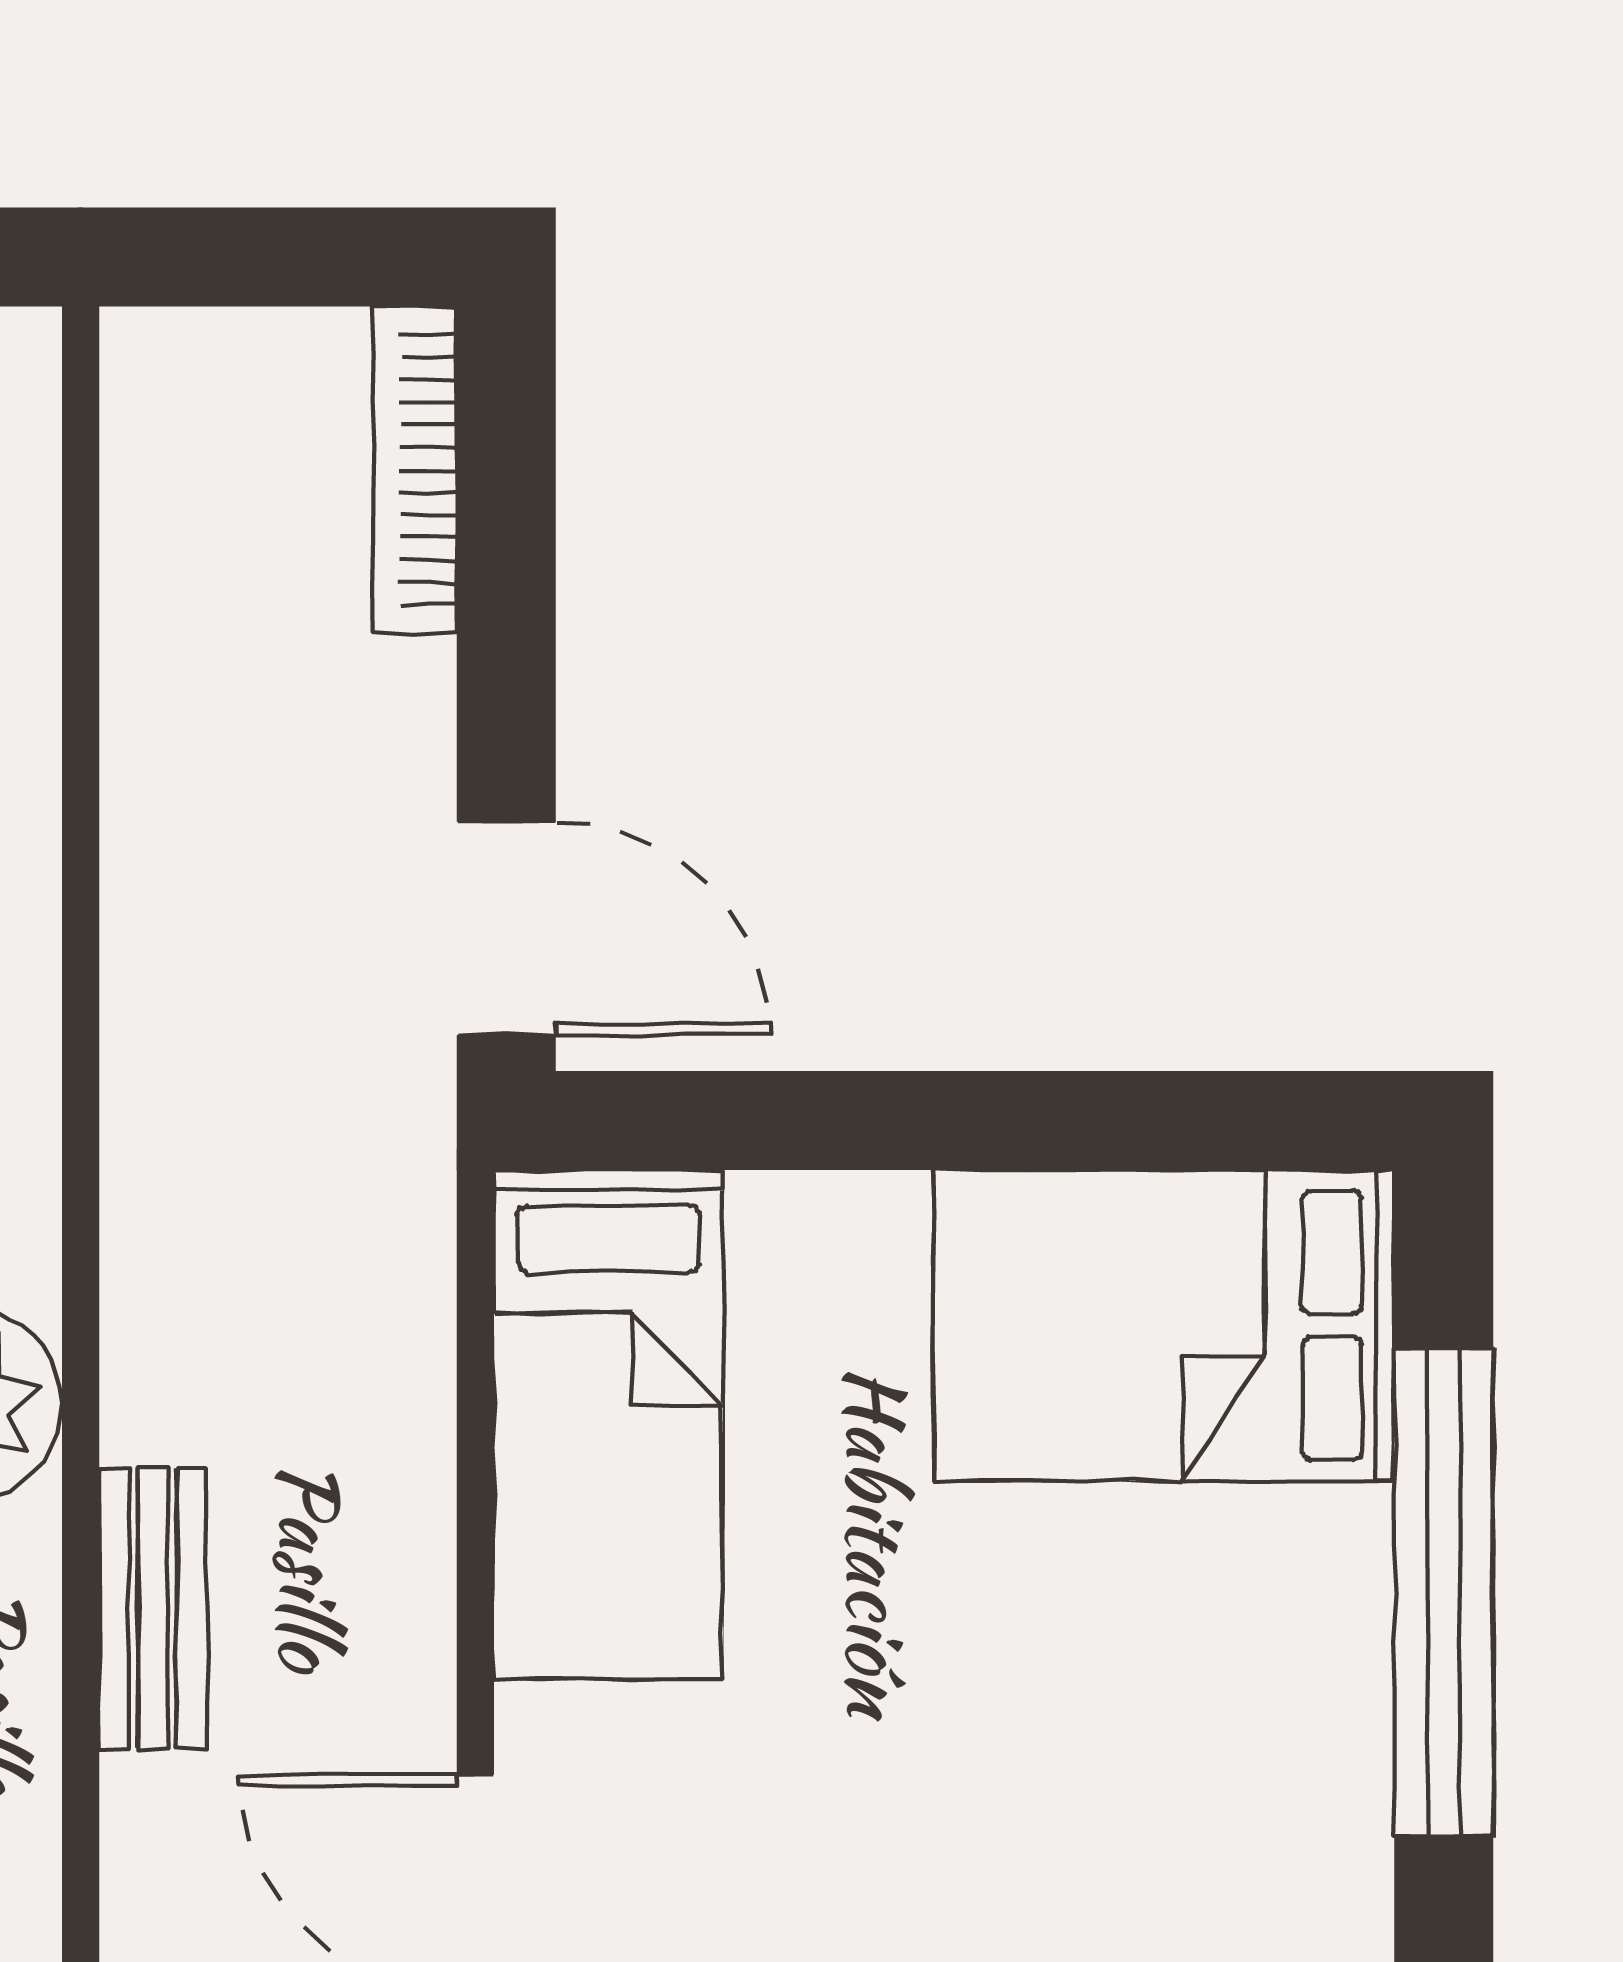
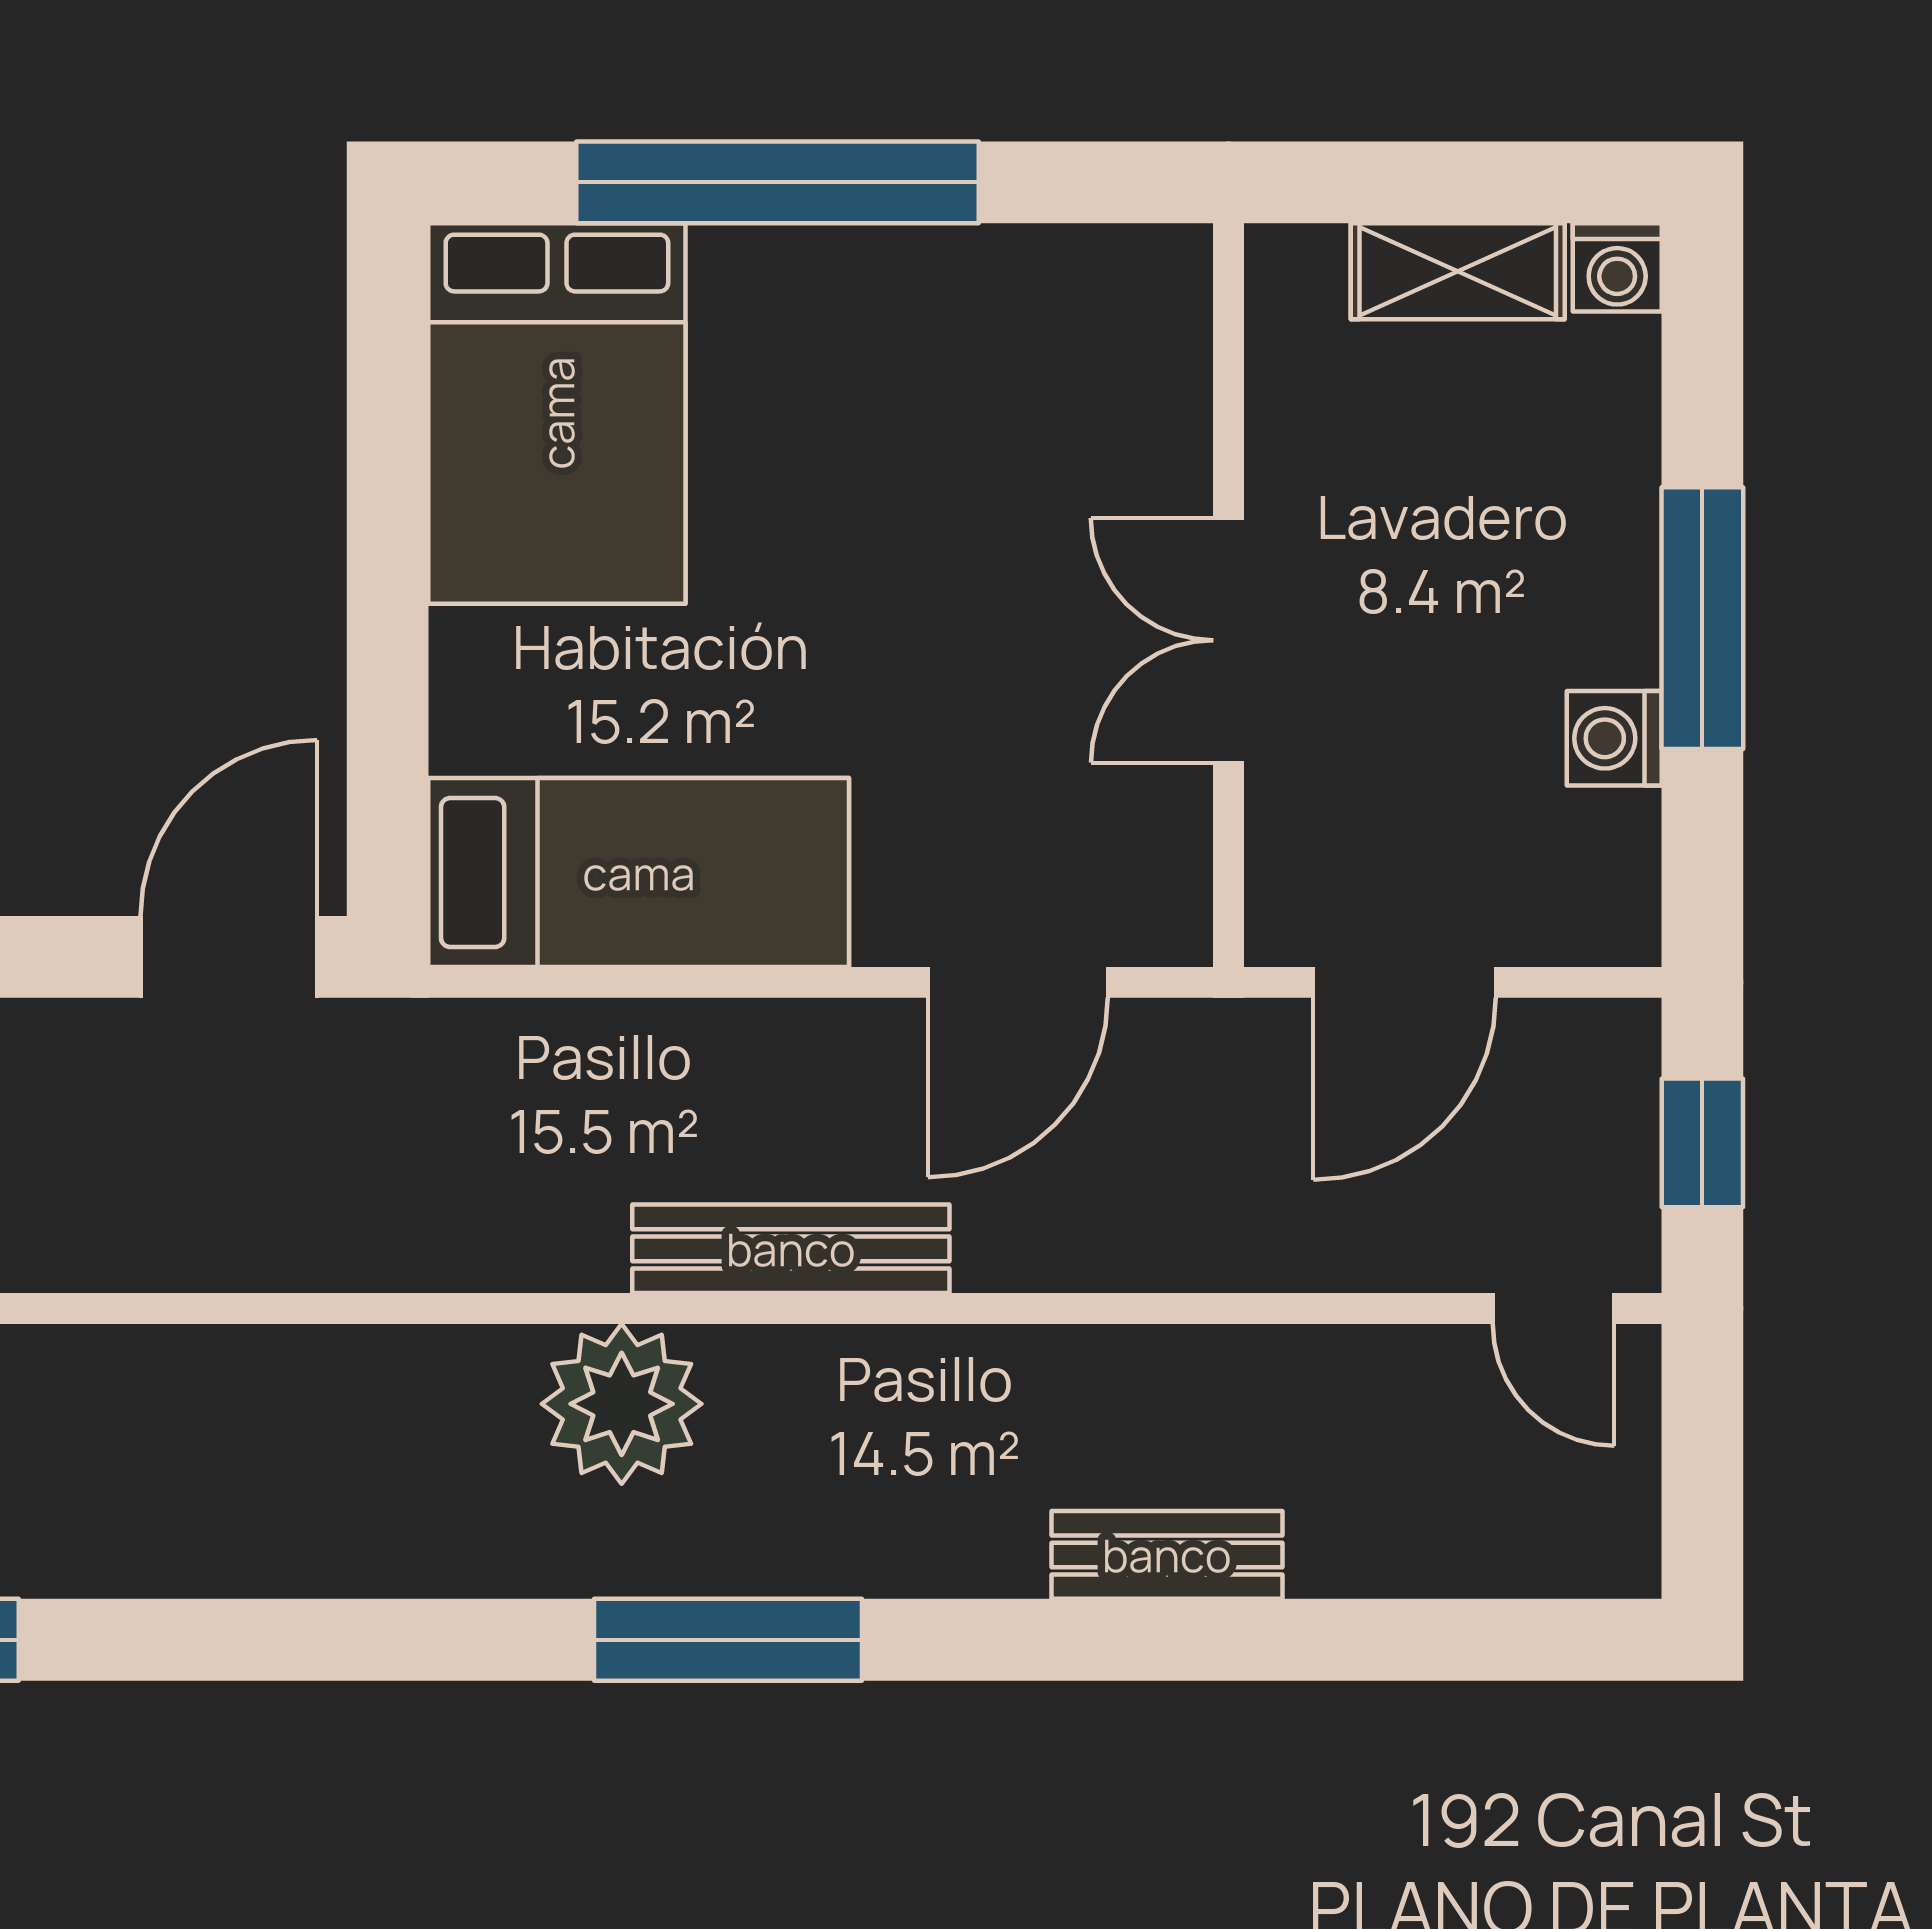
bench: (153, 1609) -> (791, 1249), width x1.36

